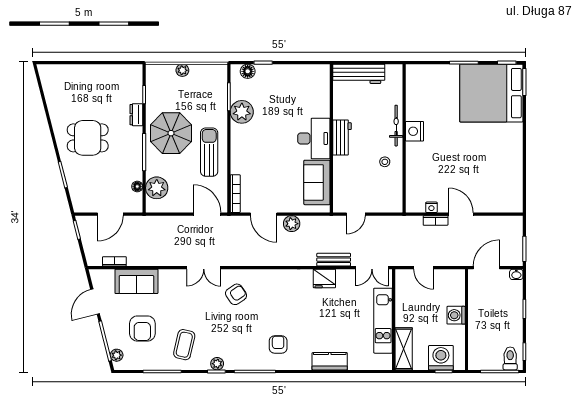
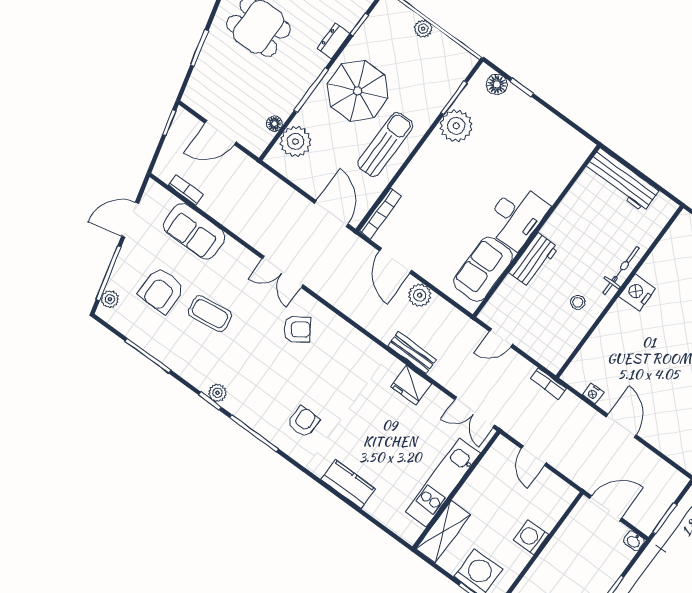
workbench: (342, 137) -> (534, 260), moved
bookcase: (436, 220) -> (548, 384), moved
bench: (334, 260) -> (412, 353), moved
coffee table: (184, 345) -> (210, 314), moved, turned 70

